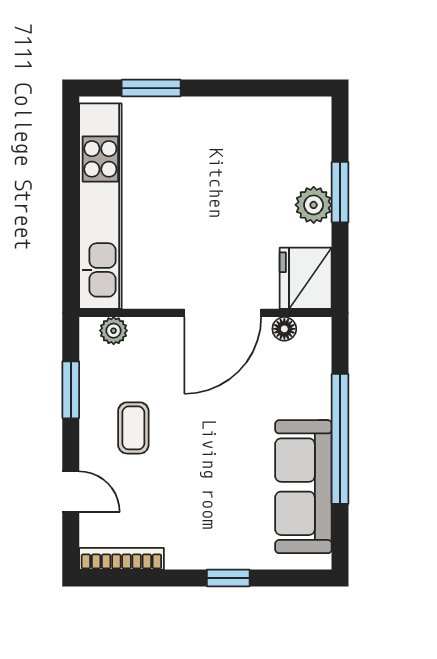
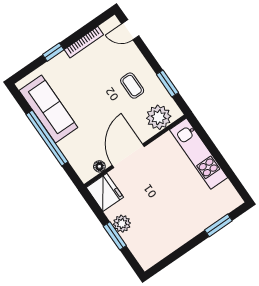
kitchen unit: (100, 206) -> (199, 154), width x0.73
plant: (114, 331) -> (159, 117), width x1.88, depth x1.88
door: (71, 492) -> (130, 30), moved
bookcase: (121, 559) -> (84, 42), moved

